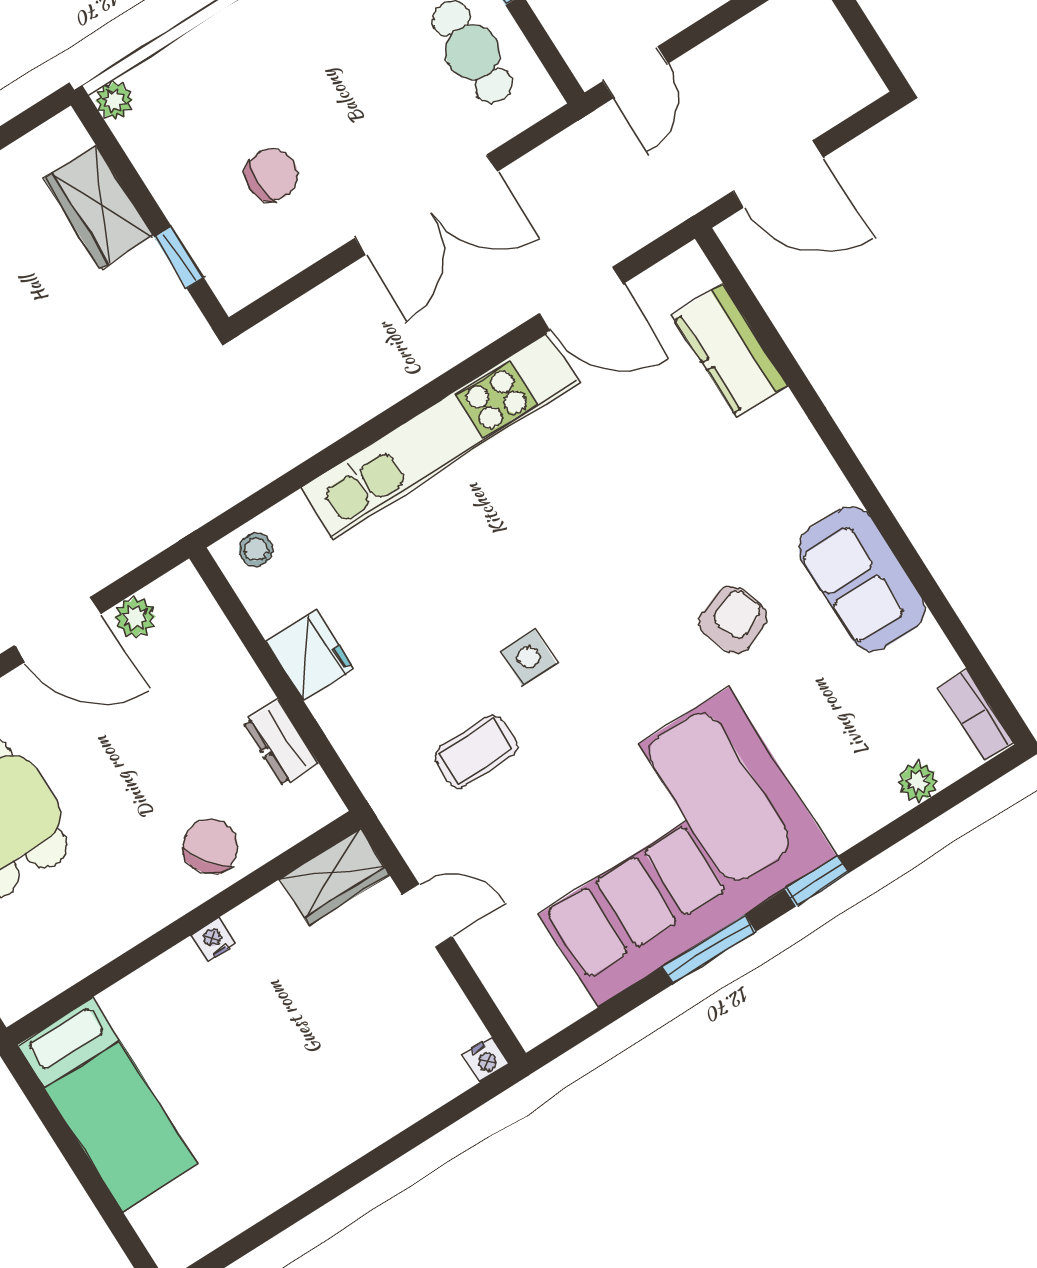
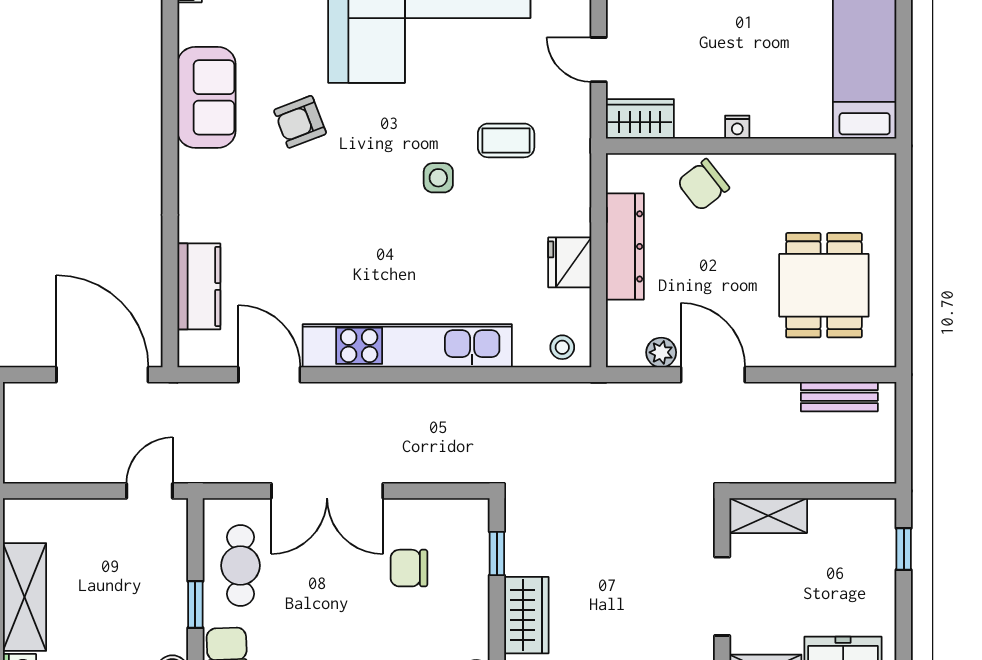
door: (778, 174) -> (102, 375), width x1.36
double door: (426, 205) -> (327, 491), swing flipped
dresser: (281, 743) -> (625, 246), width x1.96, depth x1.24

